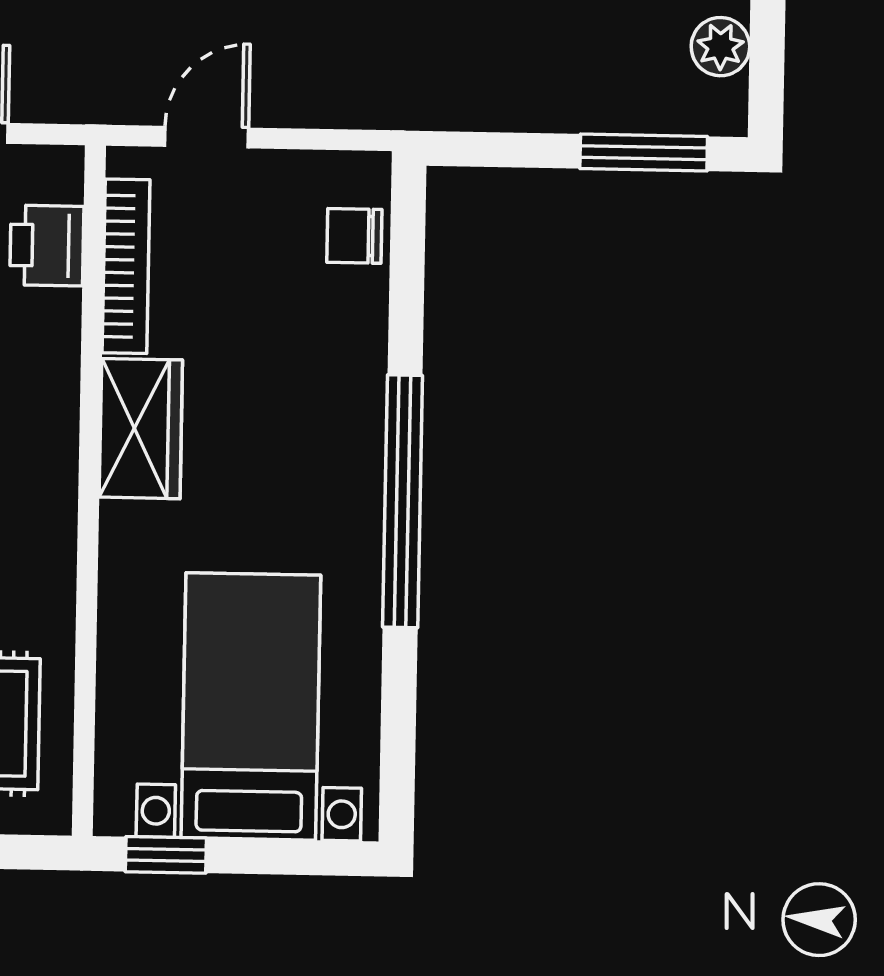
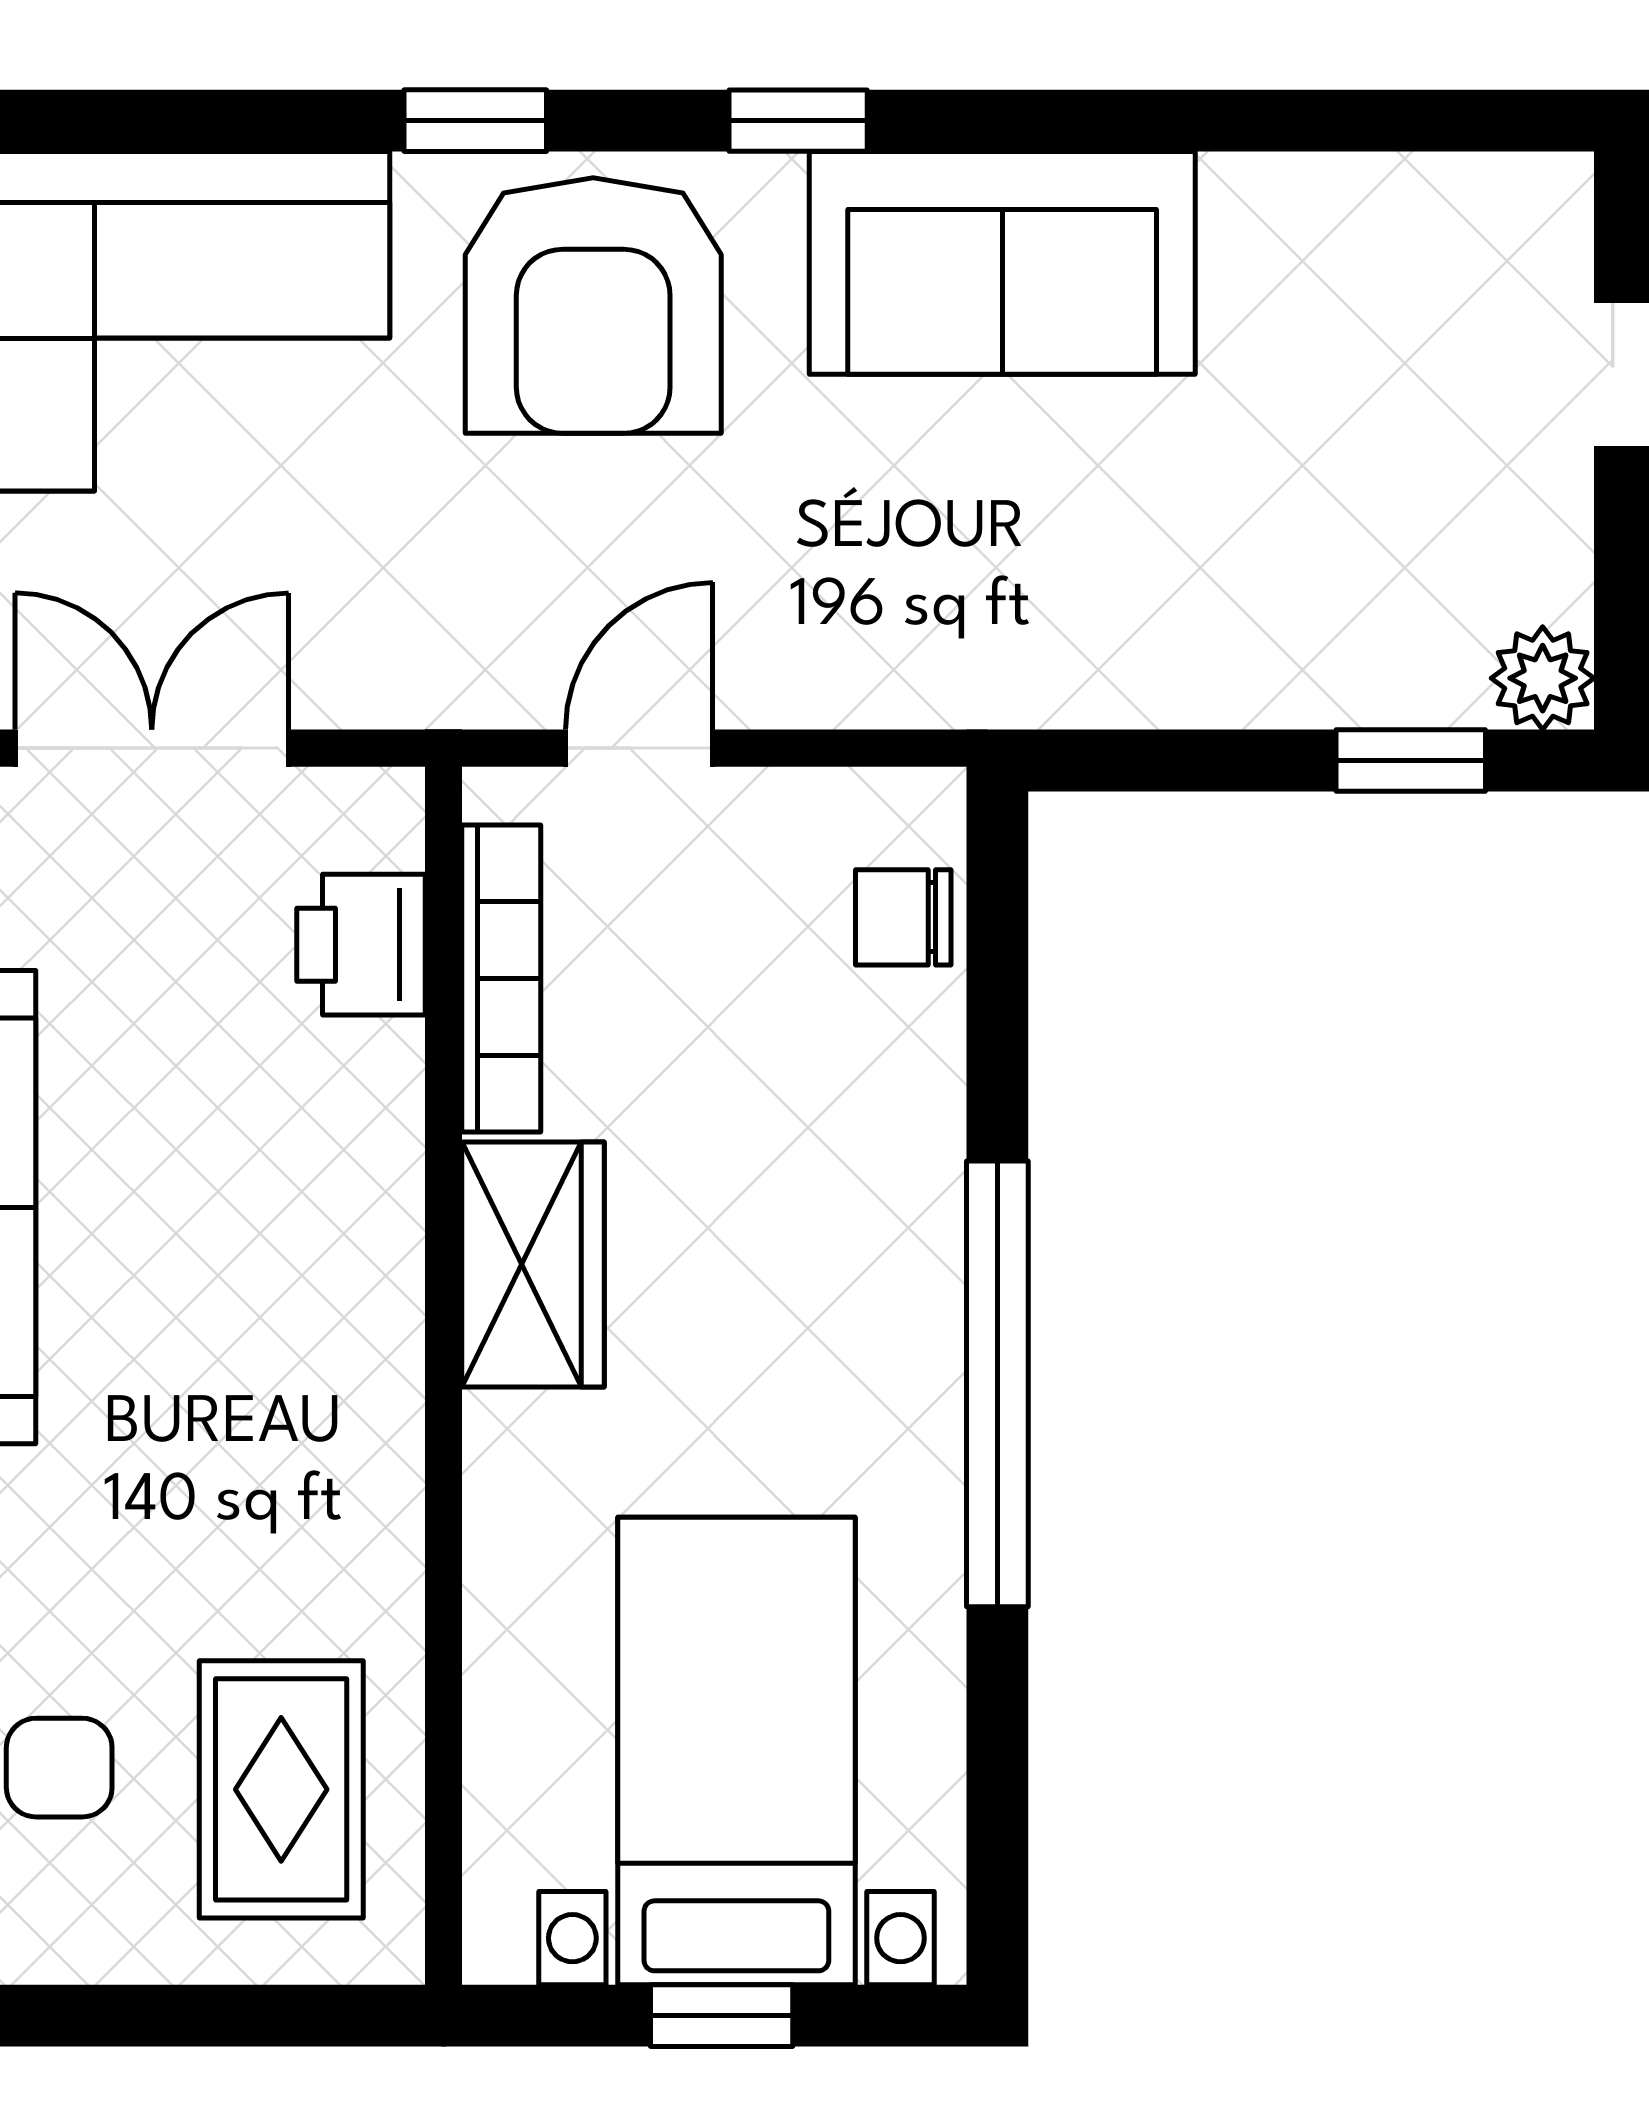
plant: (720, 47) -> (1543, 678), moved
window: (644, 153) -> (1411, 760), width x0.67
window: (166, 855) -> (722, 2016), moved

